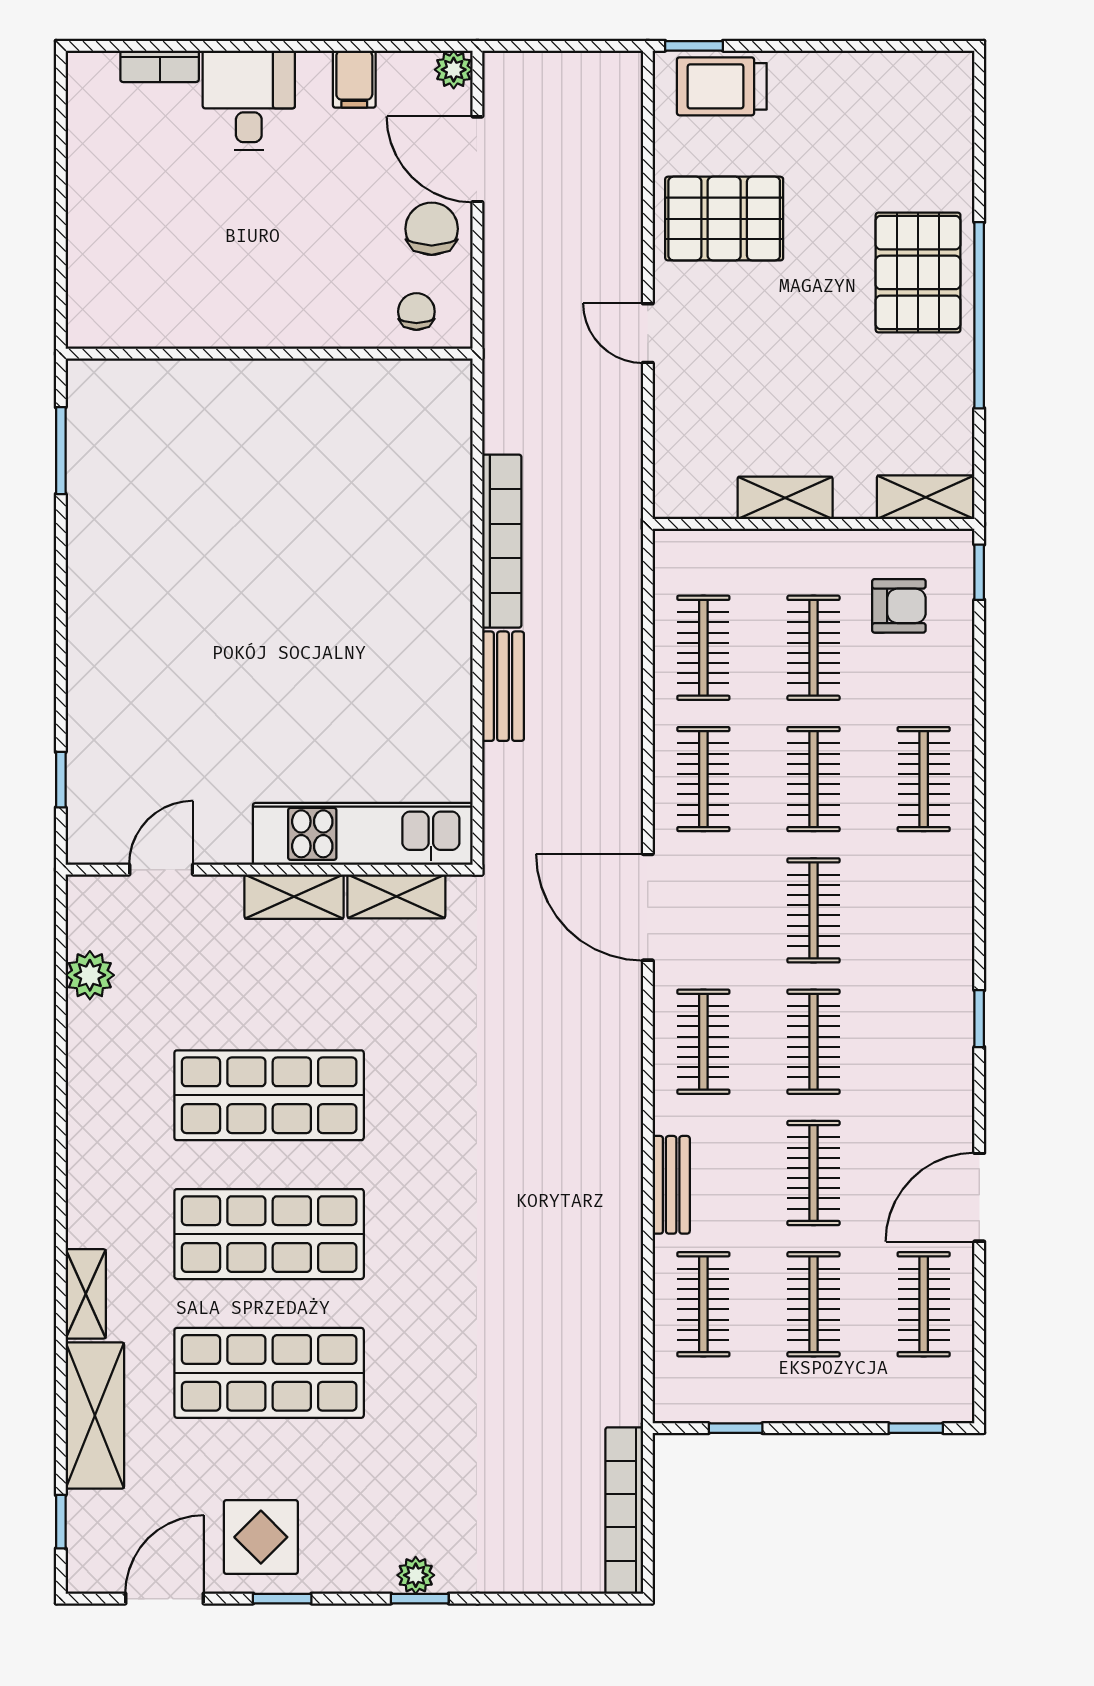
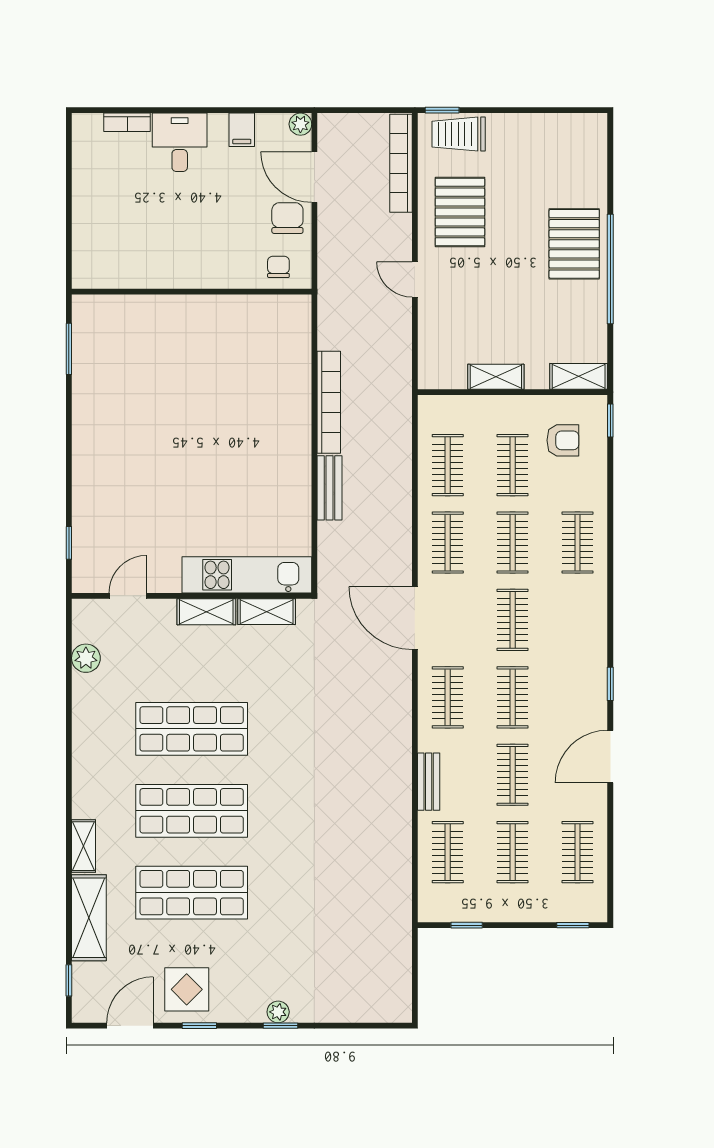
pallet: (724, 219) -> (460, 212), turned 90
door: (979, 1197) -> (610, 757), moved
bookcase: (624, 1511) -> (401, 163), moved

